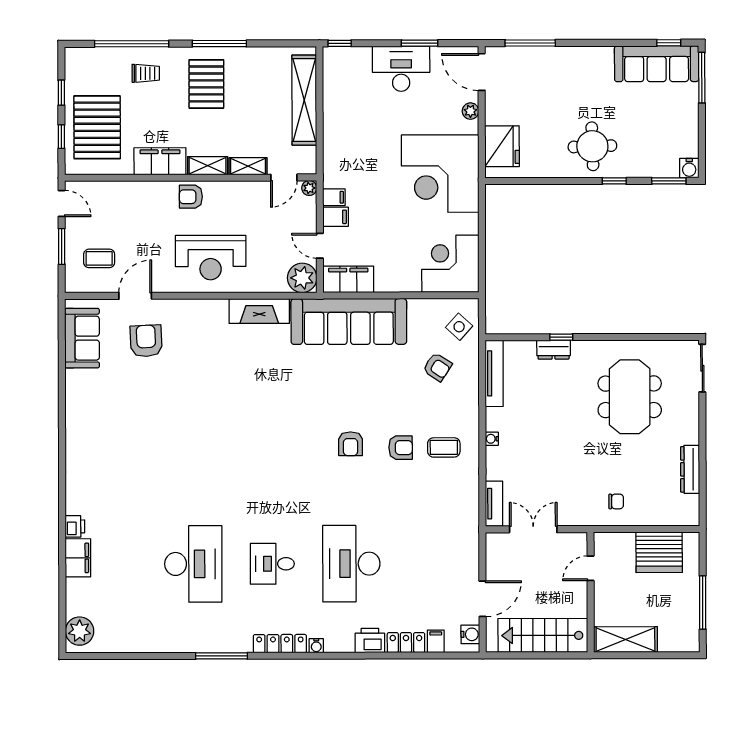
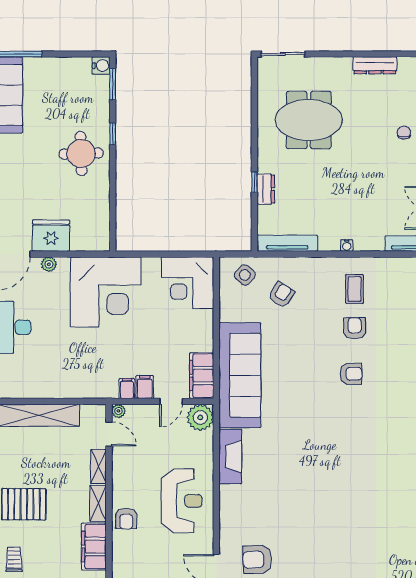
fridge: (502, 146) -> (51, 236), moved

